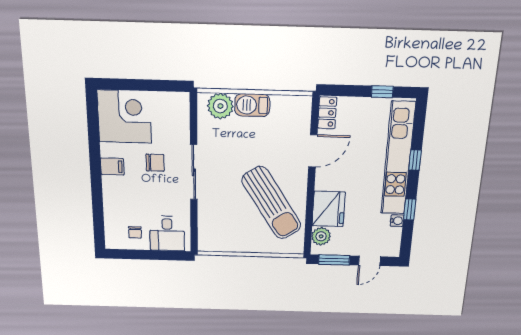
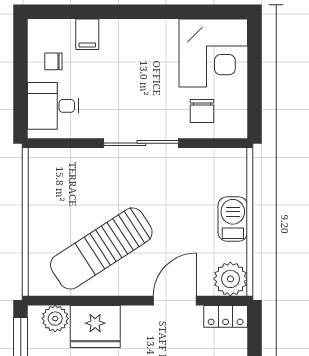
plant: (220, 106) -> (230, 279), moved
door: (313, 151) -> (175, 301), swing flipped
chair: (155, 163) -> (202, 111), moved
filing cabinet: (112, 166) -> (87, 34), moved

